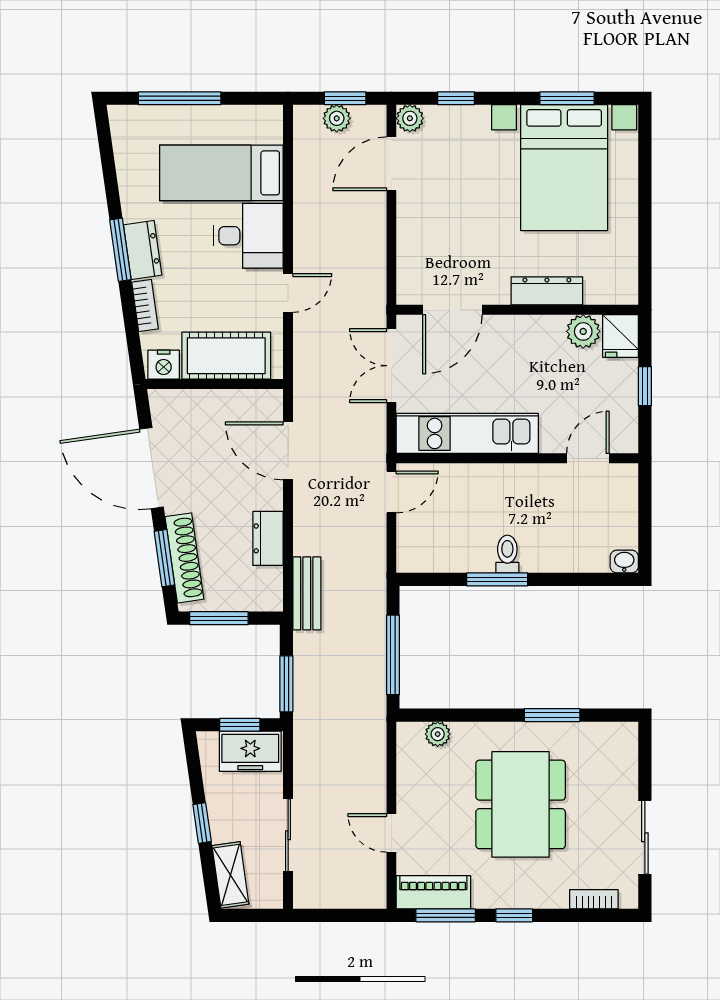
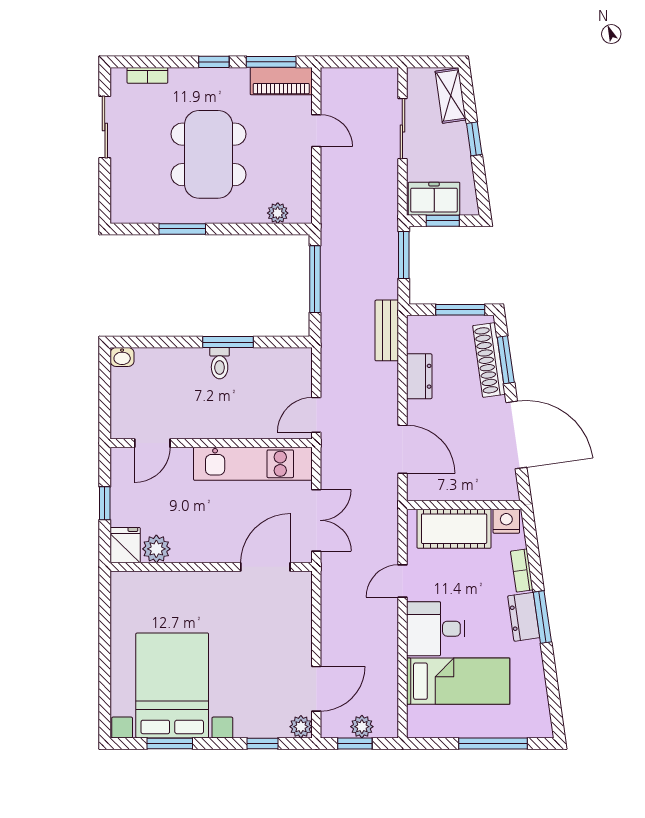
dresser: (547, 291) -> (187, 583), removed

